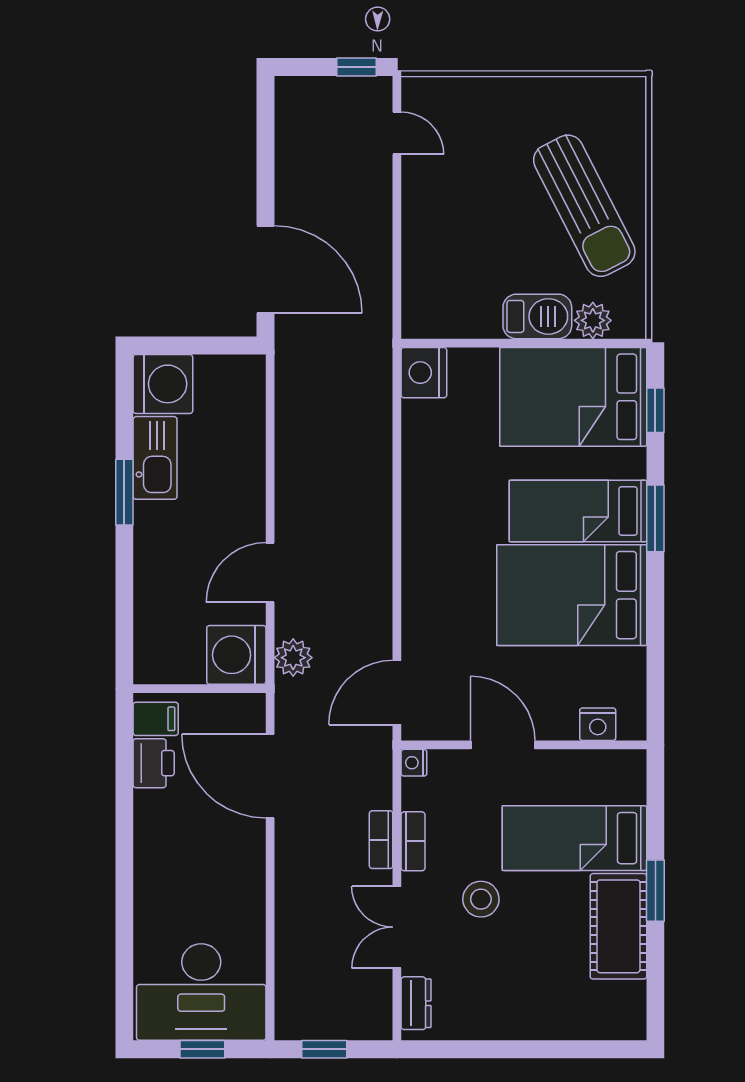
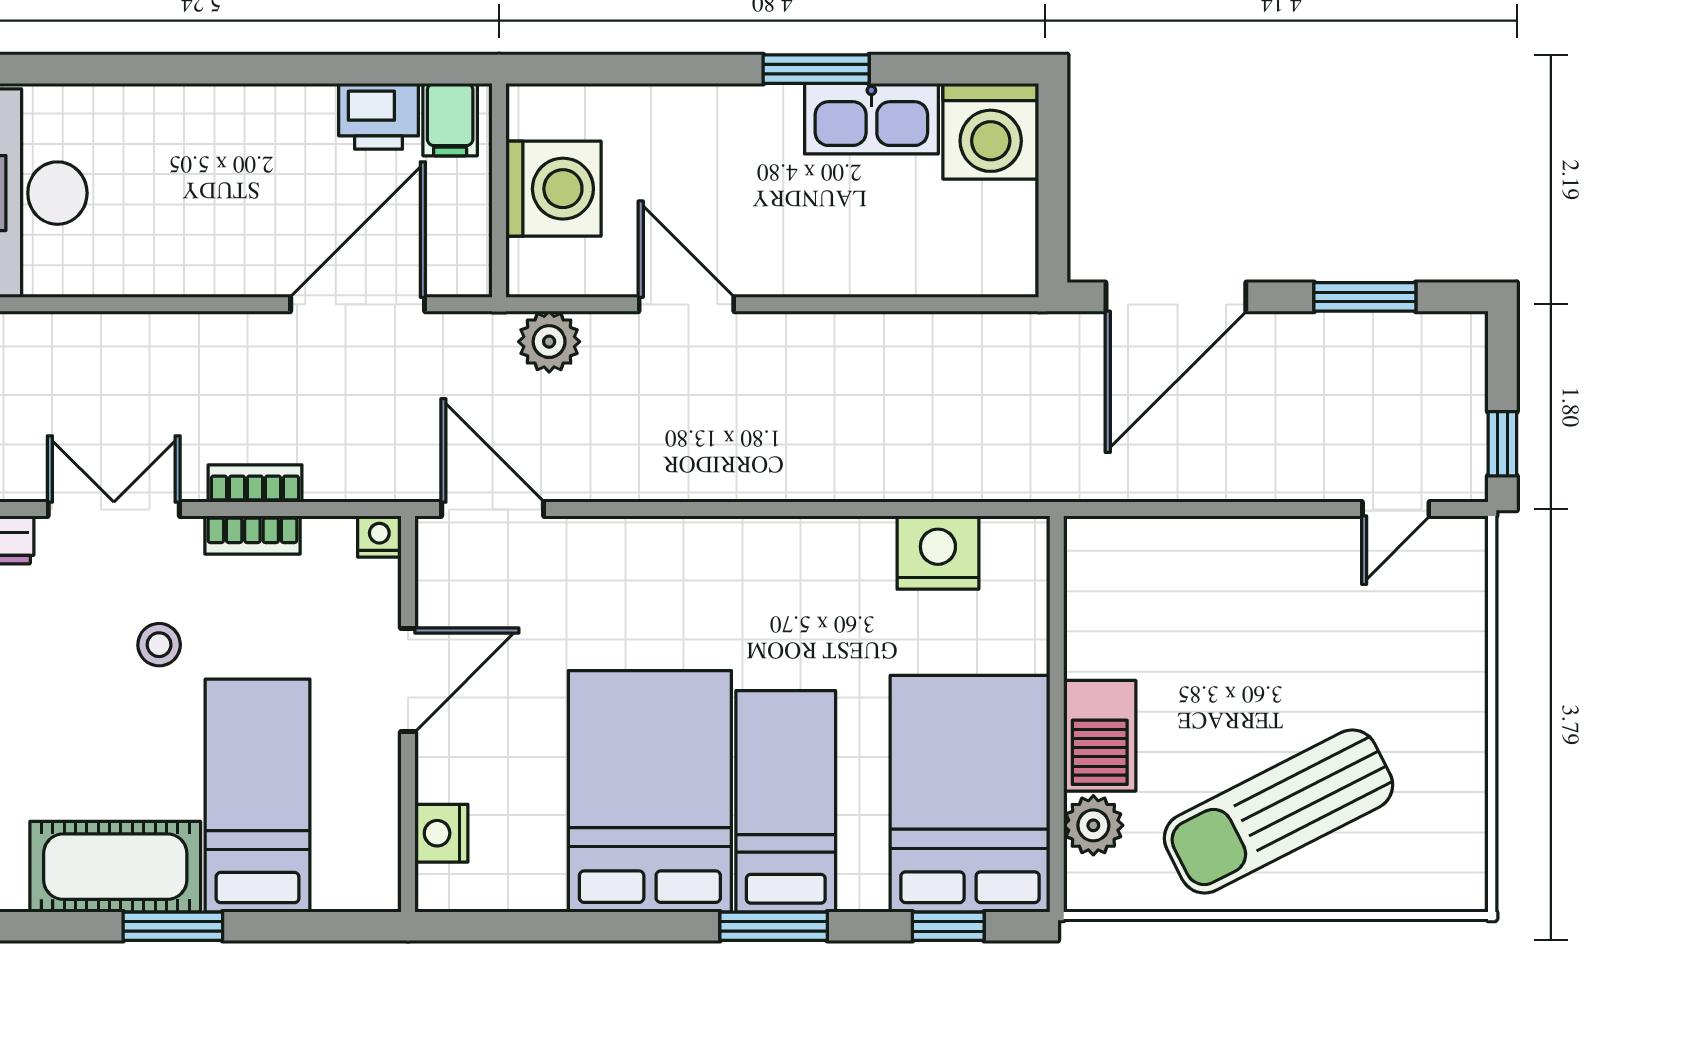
window: (265, 152) -> (1365, 297), added
nightstand: (424, 373) -> (938, 553), moved
washing machine: (236, 655) -> (553, 189), moved, turned 90
stool: (481, 899) -> (159, 645), width x0.73, depth x0.73

